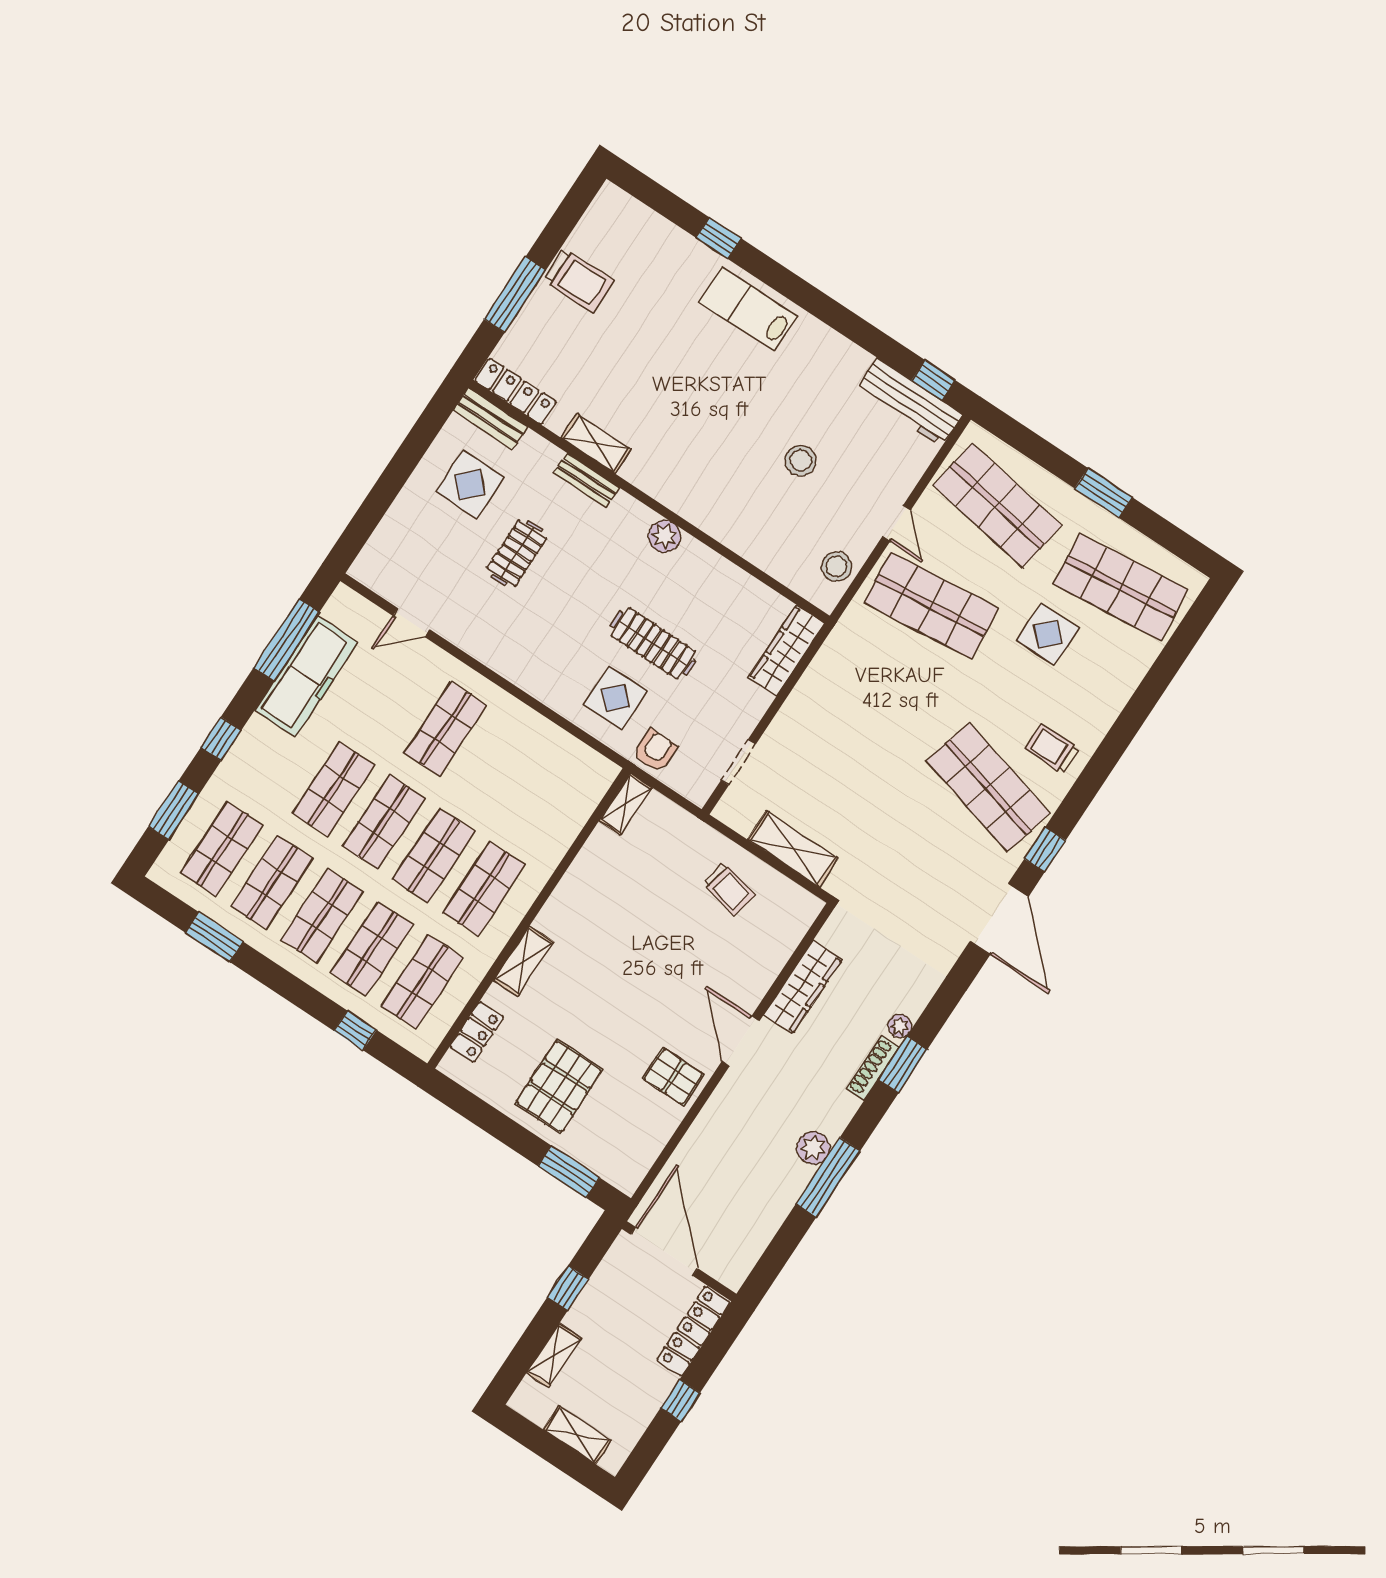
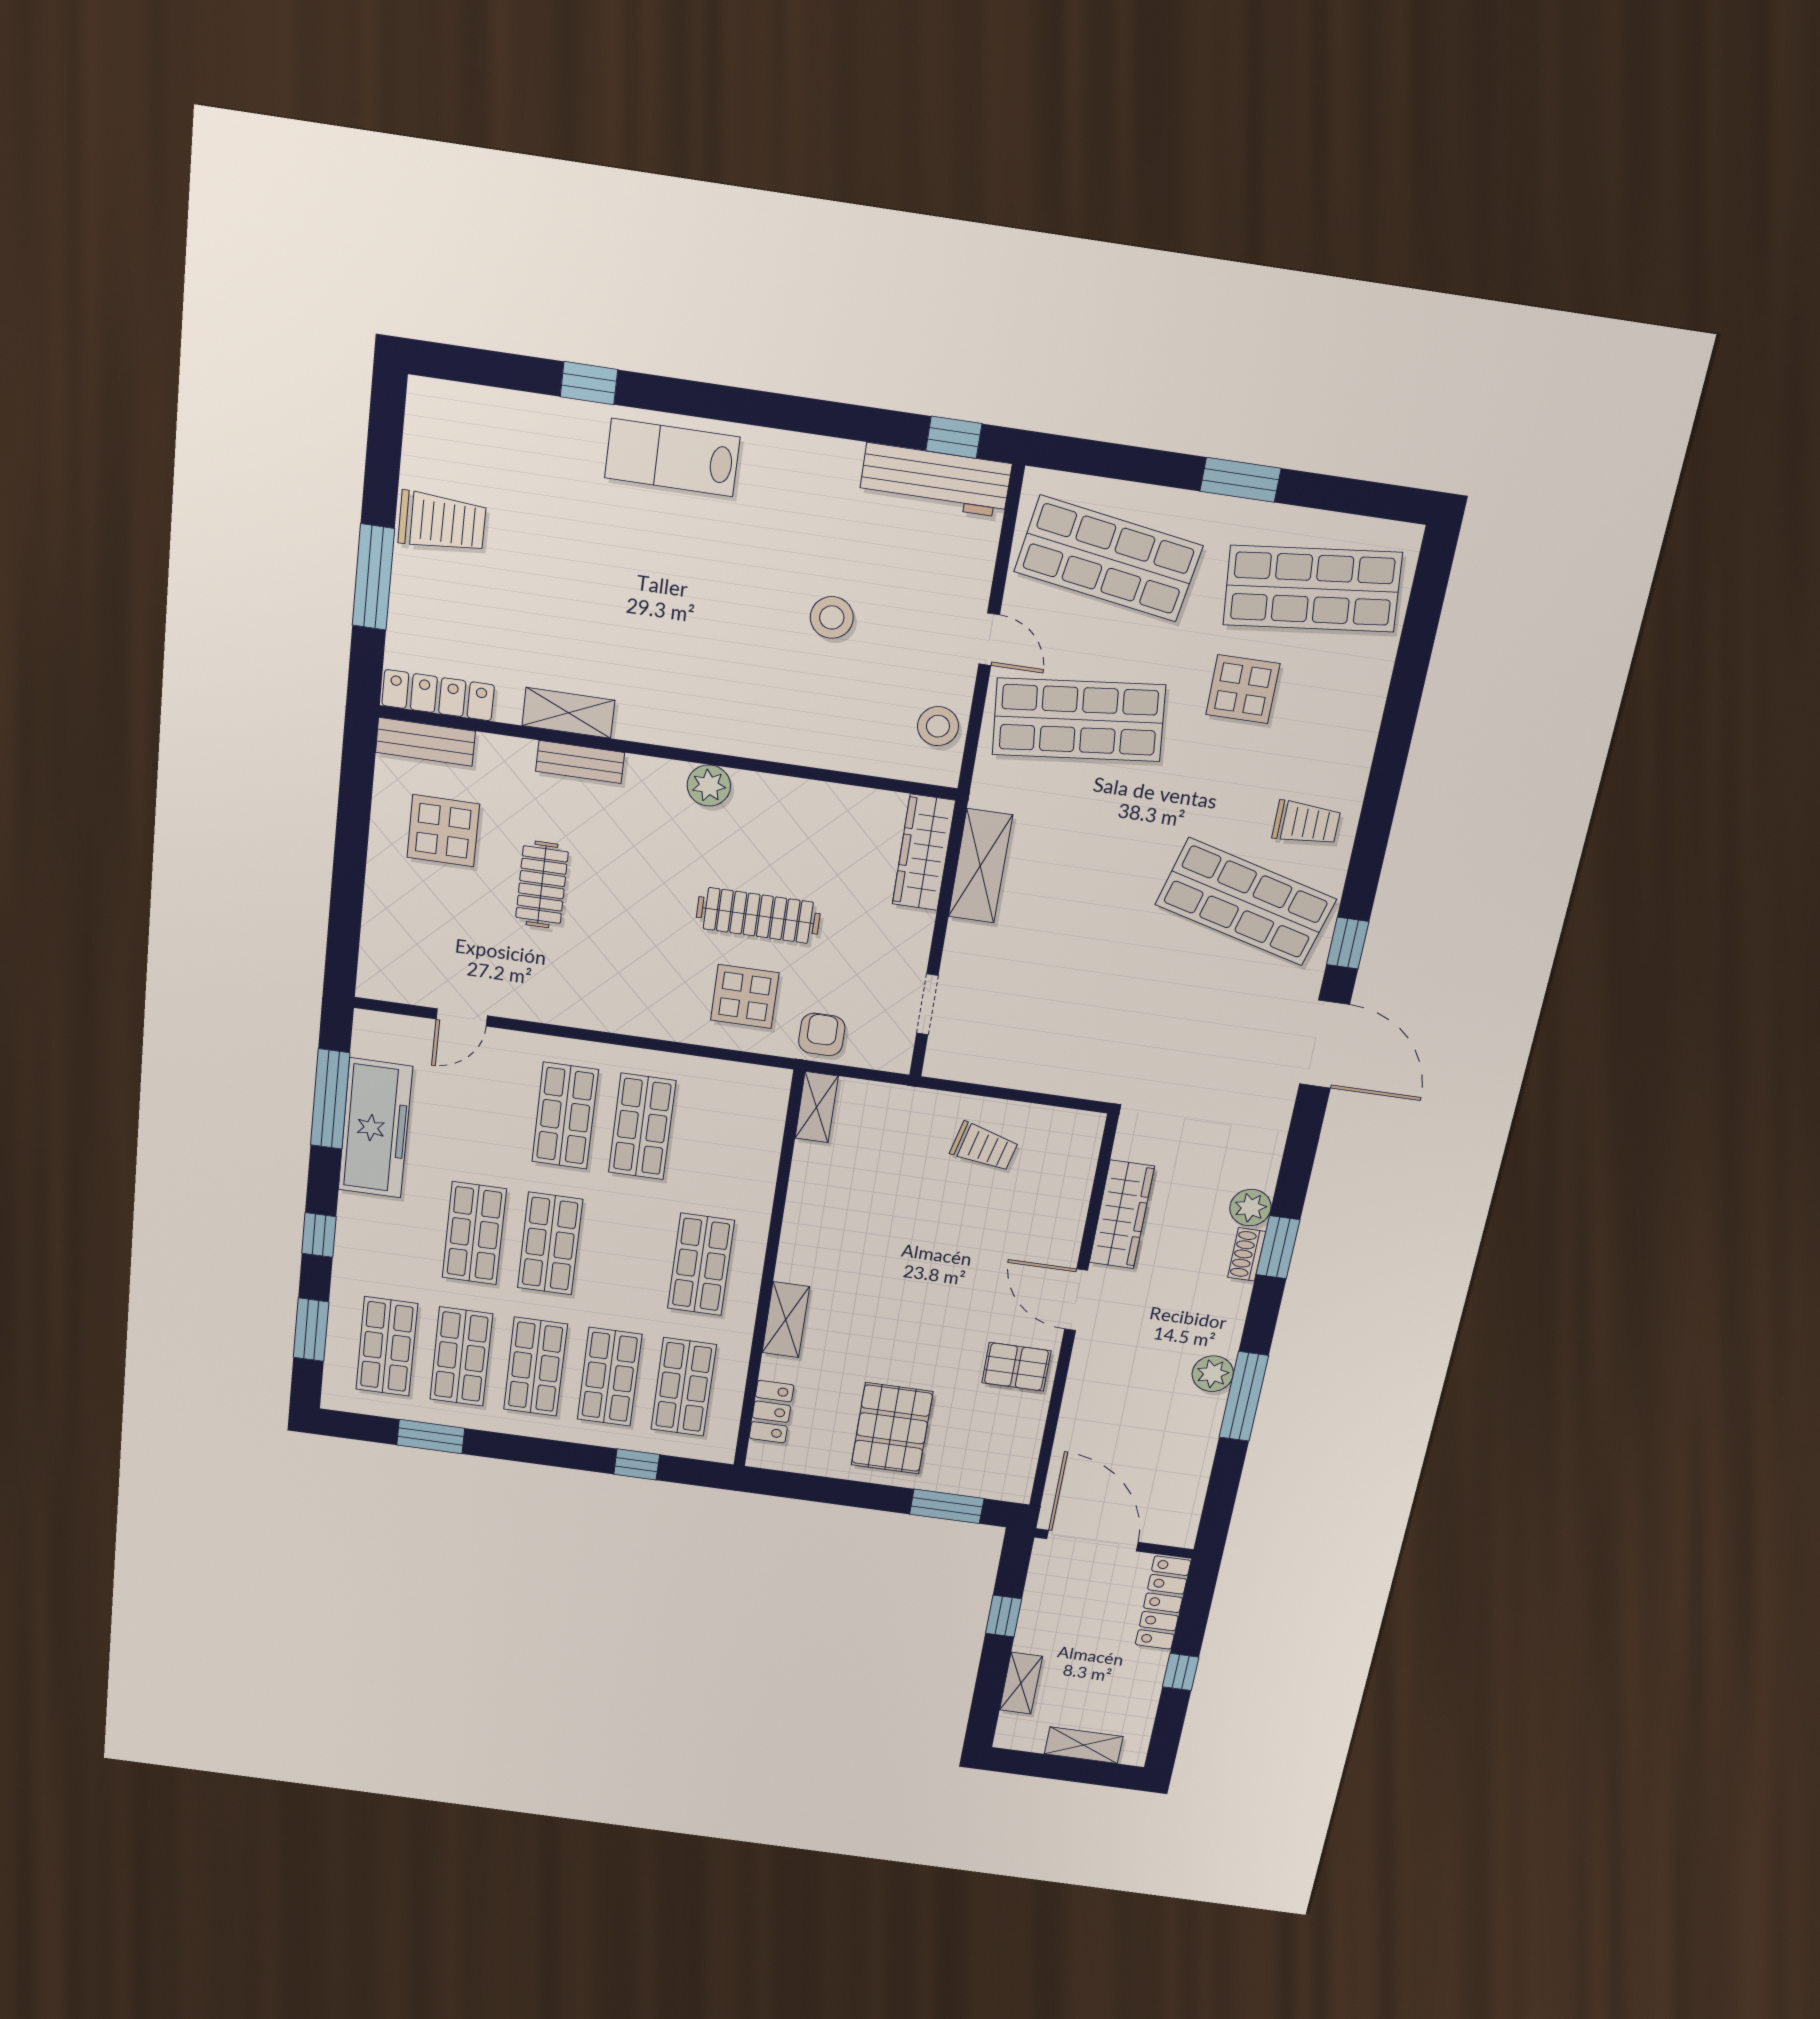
trolley: (1052, 749) -> (1306, 823), turned 180
shelving: (793, 849) -> (980, 866), moved, turned 90
shop shelf: (434, 855) -> (642, 1126), moved
plant: (900, 1026) -> (1250, 1208), width x1.38, depth x1.38
shoe rack: (873, 1068) -> (1247, 1254), width x0.70

